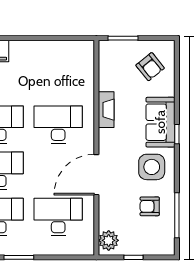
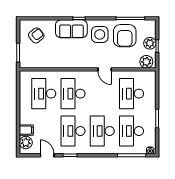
desk: (58, 79) -> (44, 94), added
fireplace: (106, 110) -> (63, 63), removed
door: (96, 175) -> (105, 69), width x0.53
armchair: (150, 206) -> (125, 36), width x1.88, depth x1.88
plant: (138, 246) -> (150, 43), added

